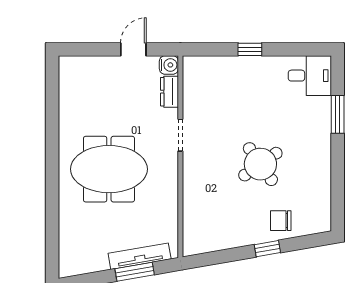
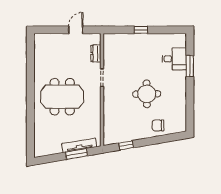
water cooler: (169, 65) -> (96, 39), removed
desk: (310, 76) -> (174, 59), moved
round table: (260, 164) -> (147, 94), turned 34
window: (267, 249) -> (126, 145), moved

